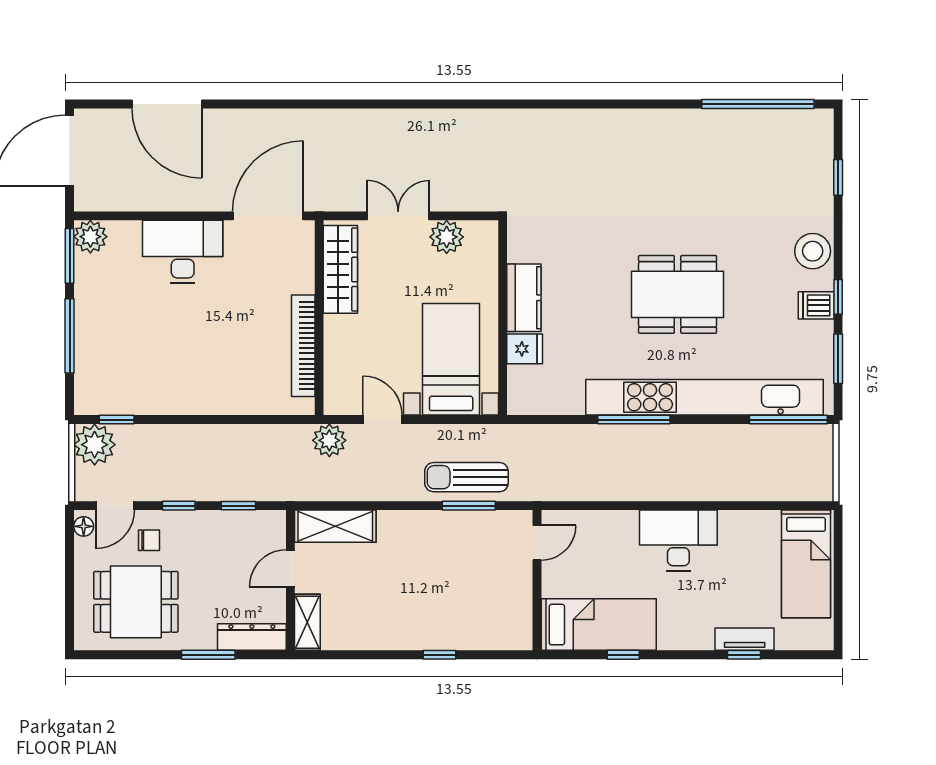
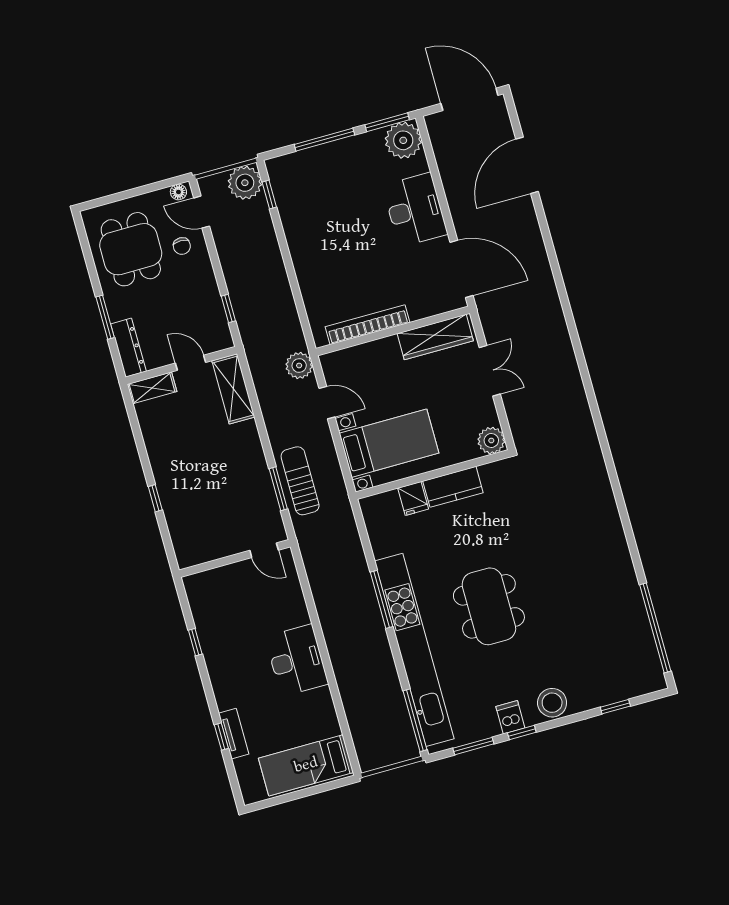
plant: (90, 237) -> (403, 140), width x1.36, depth x1.36
plant: (447, 237) -> (491, 441), moved
door: (382, 420) -> (327, 403), hinge flipped
window: (179, 506) -> (215, 262), removed
bed: (599, 625) -> (213, 616), removed

